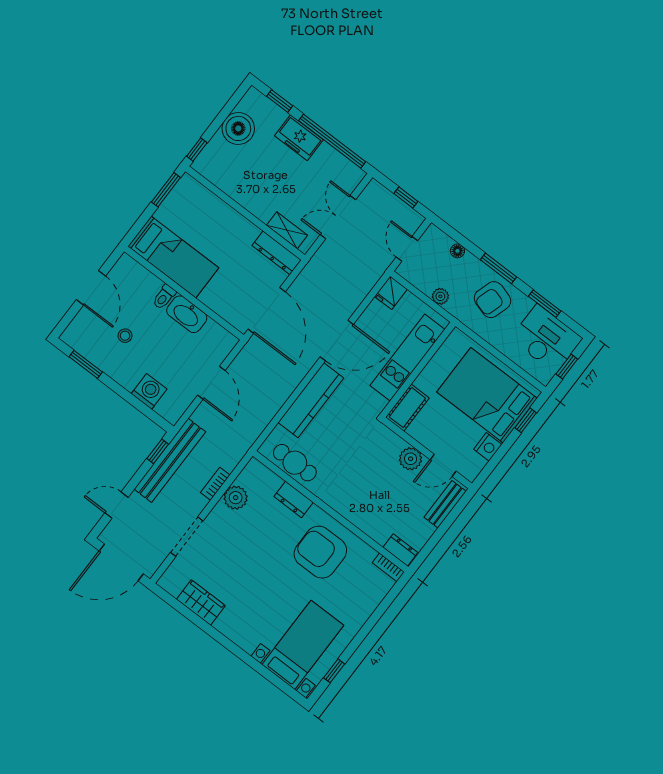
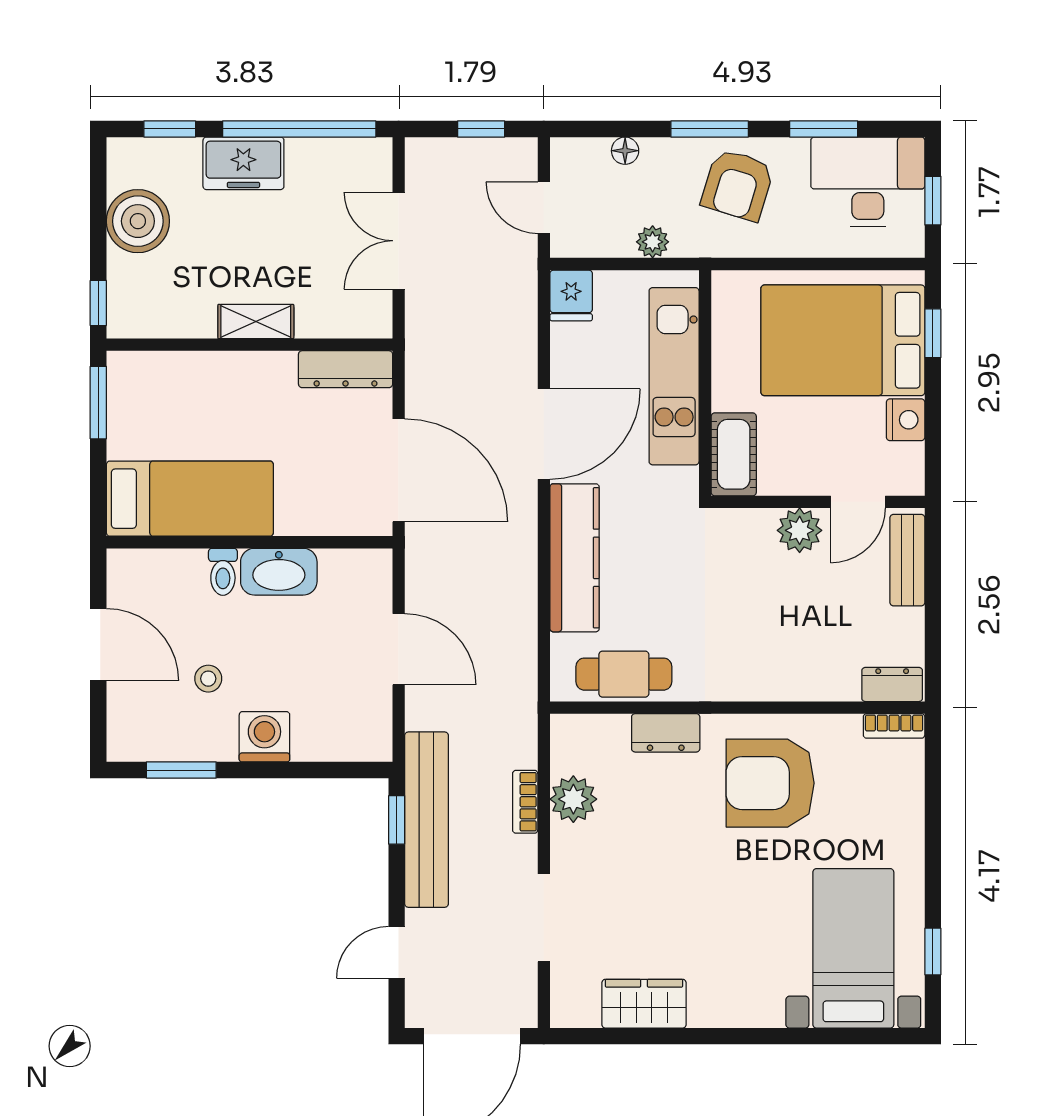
shelving: (287, 230) -> (256, 322), moved
washing machine: (149, 391) -> (264, 737), moved

